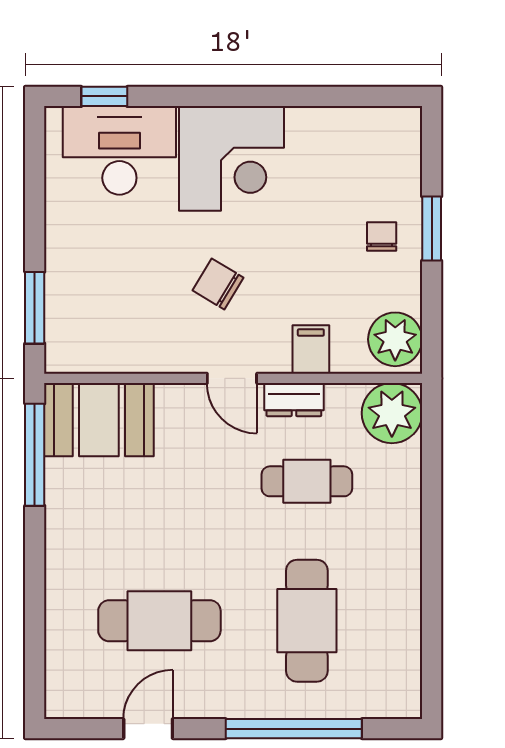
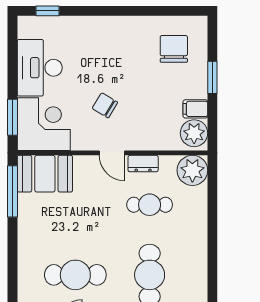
desk: (119, 150) -> (40, 68), moved, turned -90
corner desk: (231, 158) -> (44, 124), moved, turned -90
chair: (382, 236) -> (174, 49), moved, width x1.87, depth x1.87
filing cabinet: (311, 350) -> (195, 109), moved, turned -90

